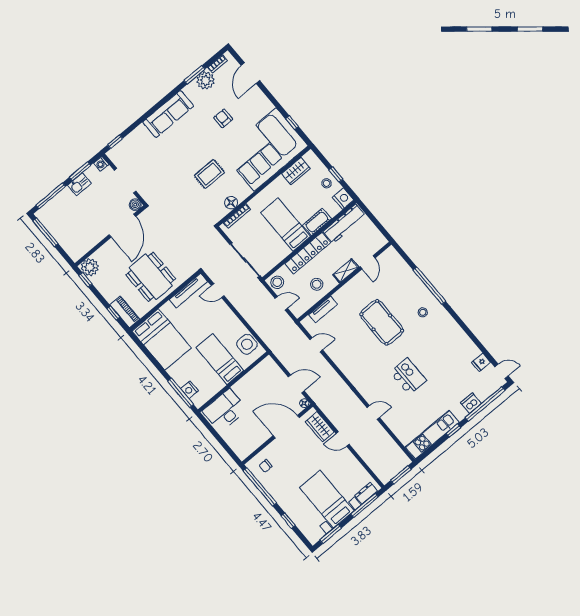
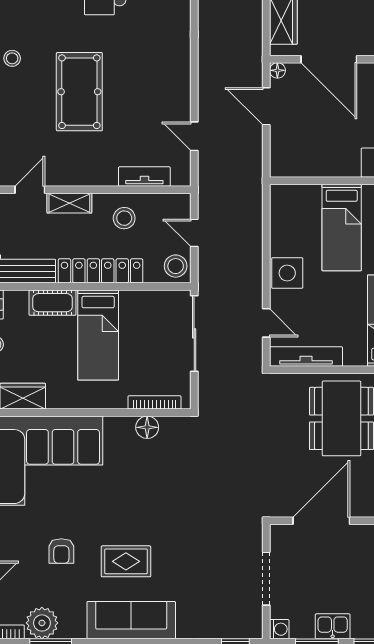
rug: (209, 174) -> (126, 561), moved
boiler: (135, 205) -> (280, 534), removed
side table: (247, 344) -> (287, 273), moved

